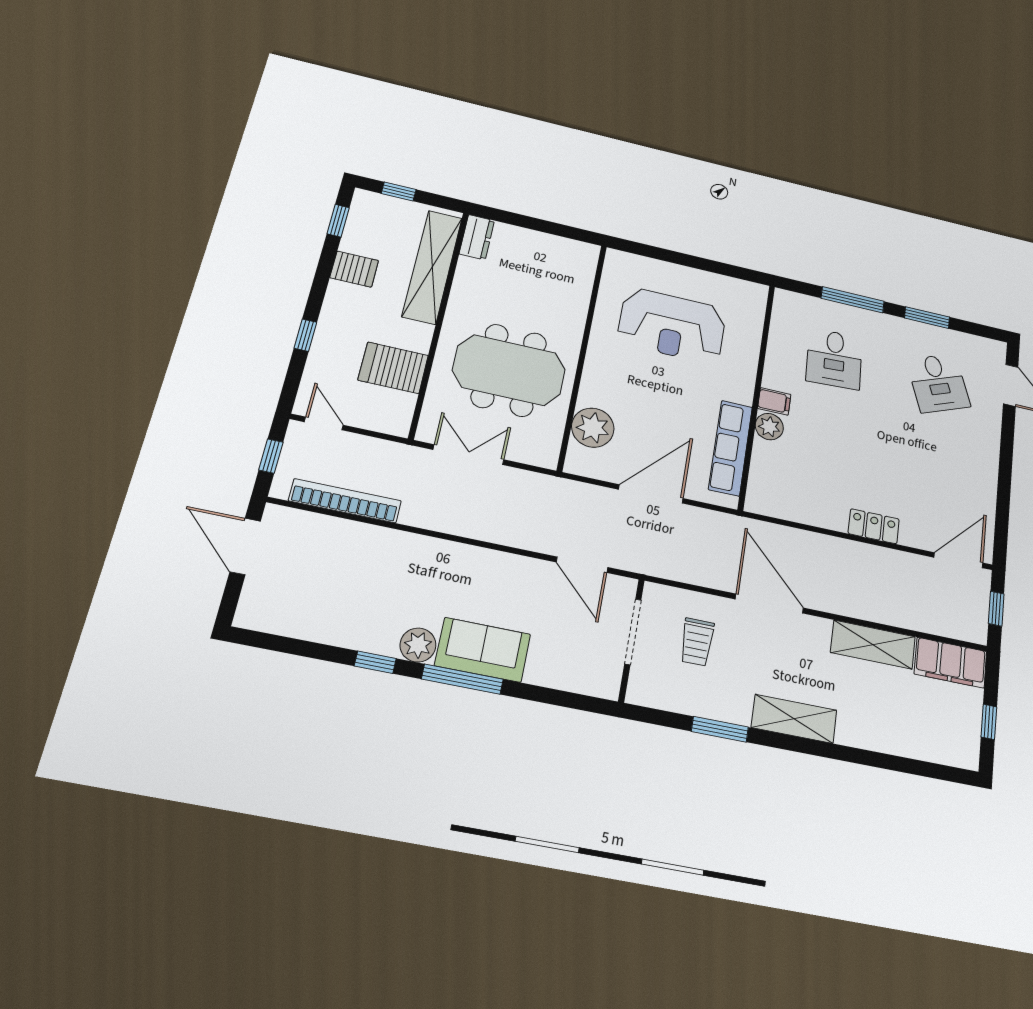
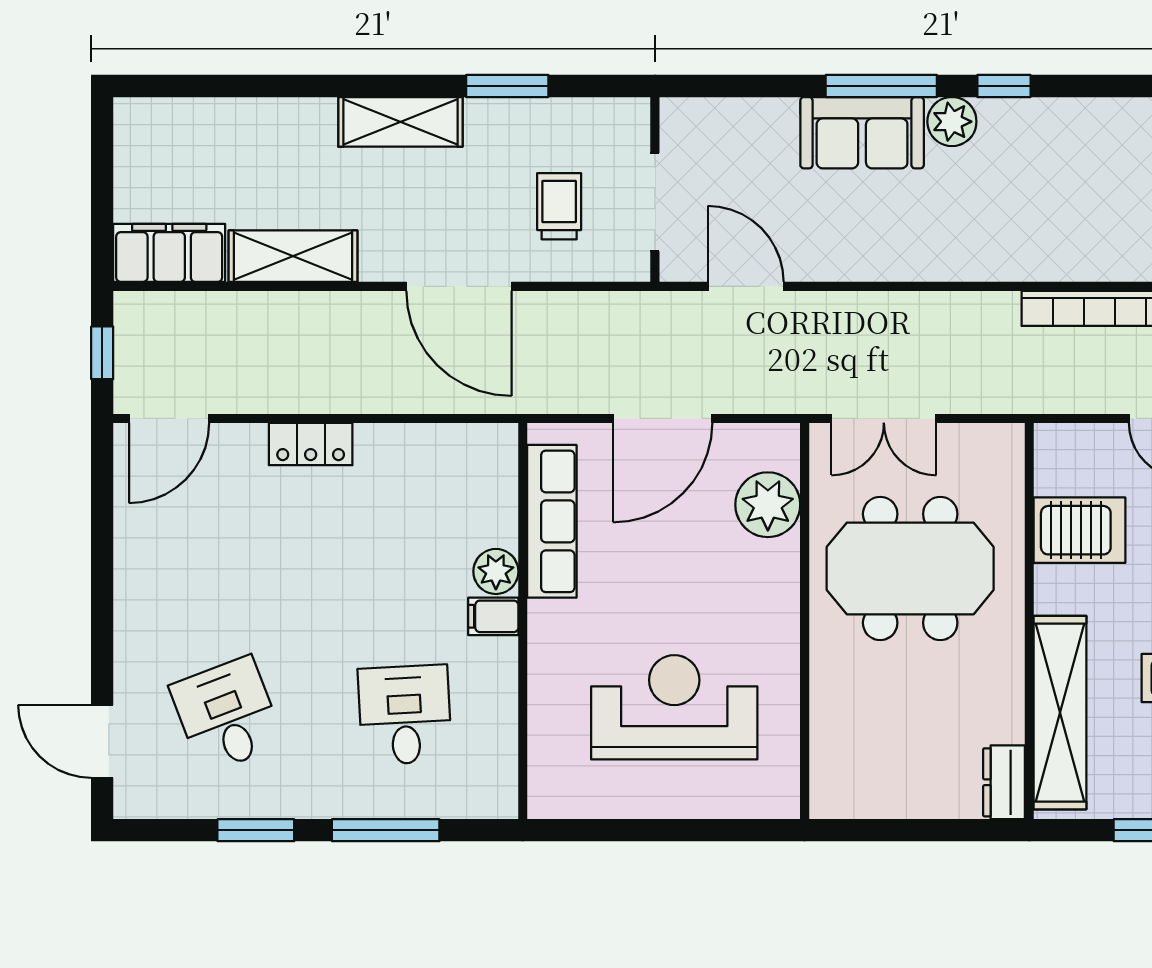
double door: (469, 455) -> (884, 418), moved
window: (989, 722) -> (102, 174), removed

